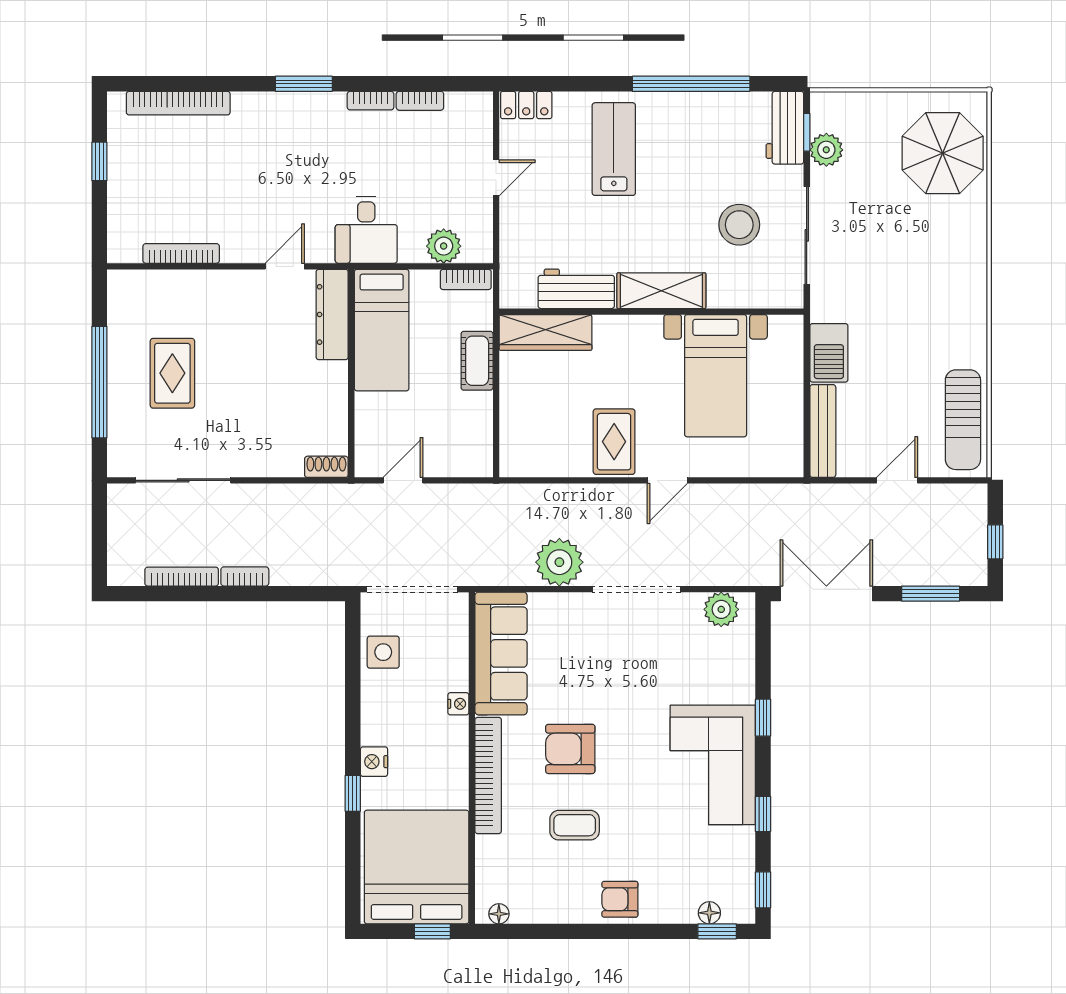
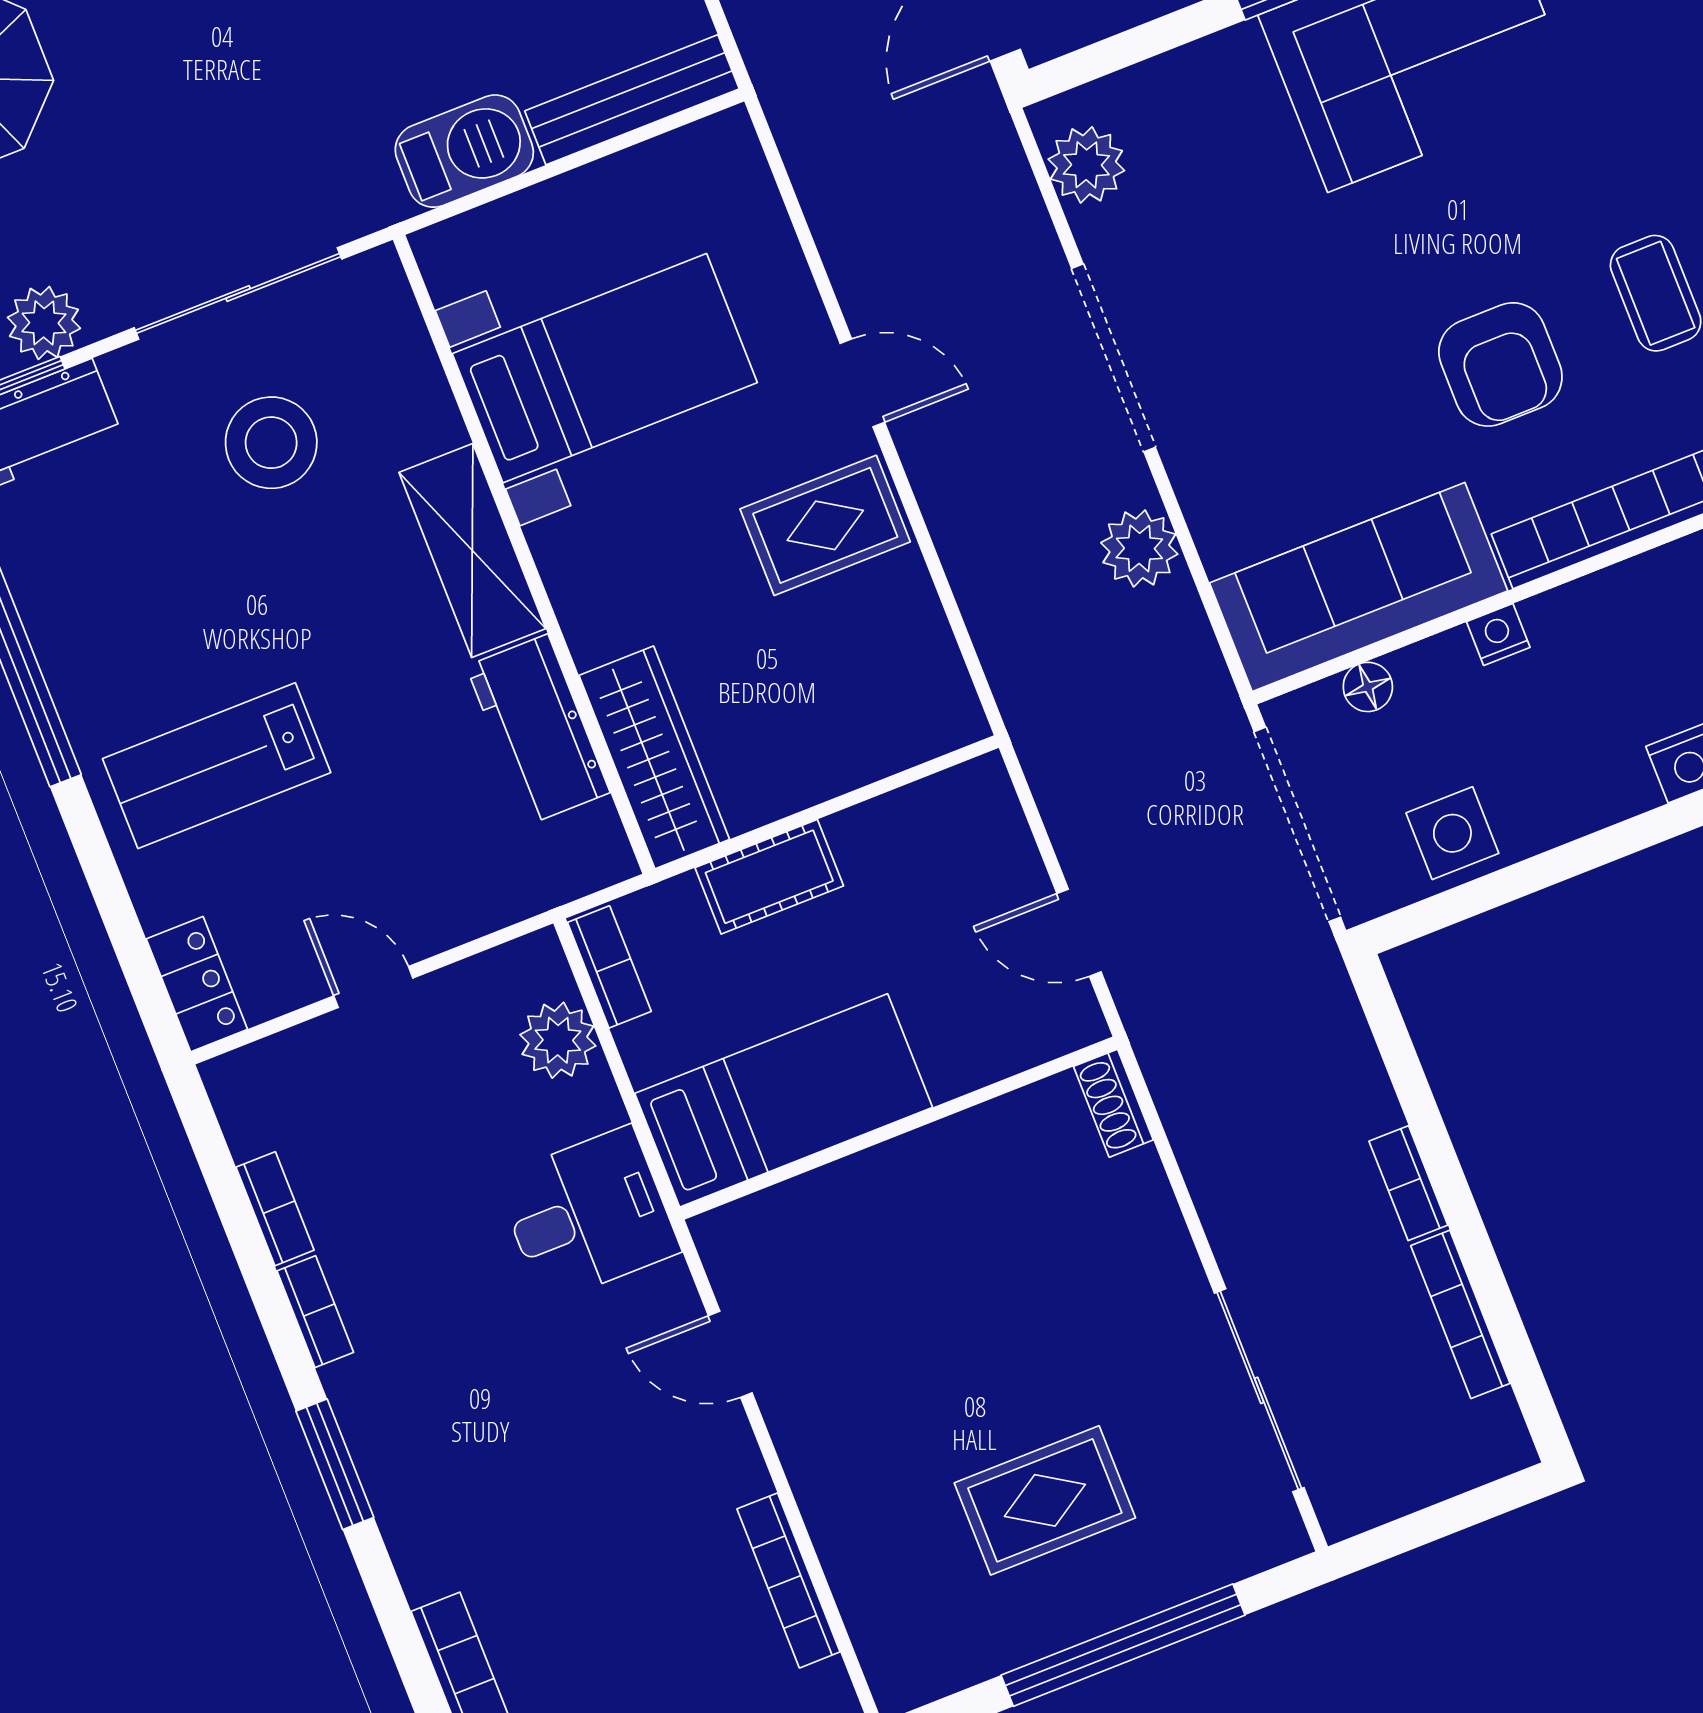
dresser: (332, 314) -> (792, 1216), removed
plant: (559, 562) -> (1139, 548), width x0.73, depth x0.73
floor lamp: (458, 641) -> (1368, 687), added

